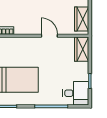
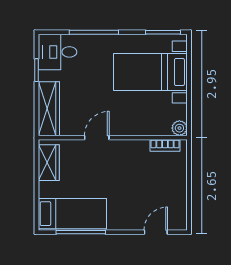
door: (49, 36) -> (97, 138), swing flipped
wardrobe: (82, 49) -> (49, 109), width x1.50

